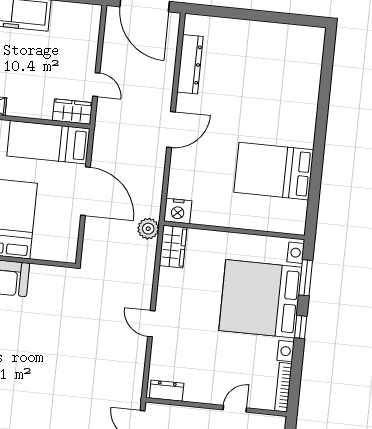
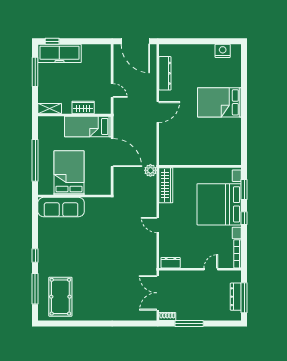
wardrobe: (72, 112) -> (83, 107), moved
bed: (274, 171) -> (219, 102), moved
nightstand: (178, 211) -> (223, 51), moved, turned 180
wardrobe: (173, 247) -> (166, 185), width x1.50

